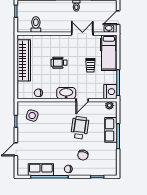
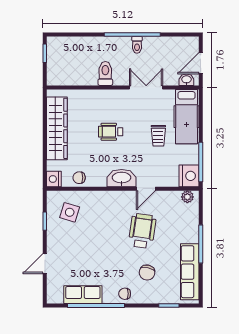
toilet: (36, 24) -> (105, 74), moved
nightstand: (22, 94) -> (54, 179), added
row of seats: (111, 130) -> (190, 272), moved, width x1.48

